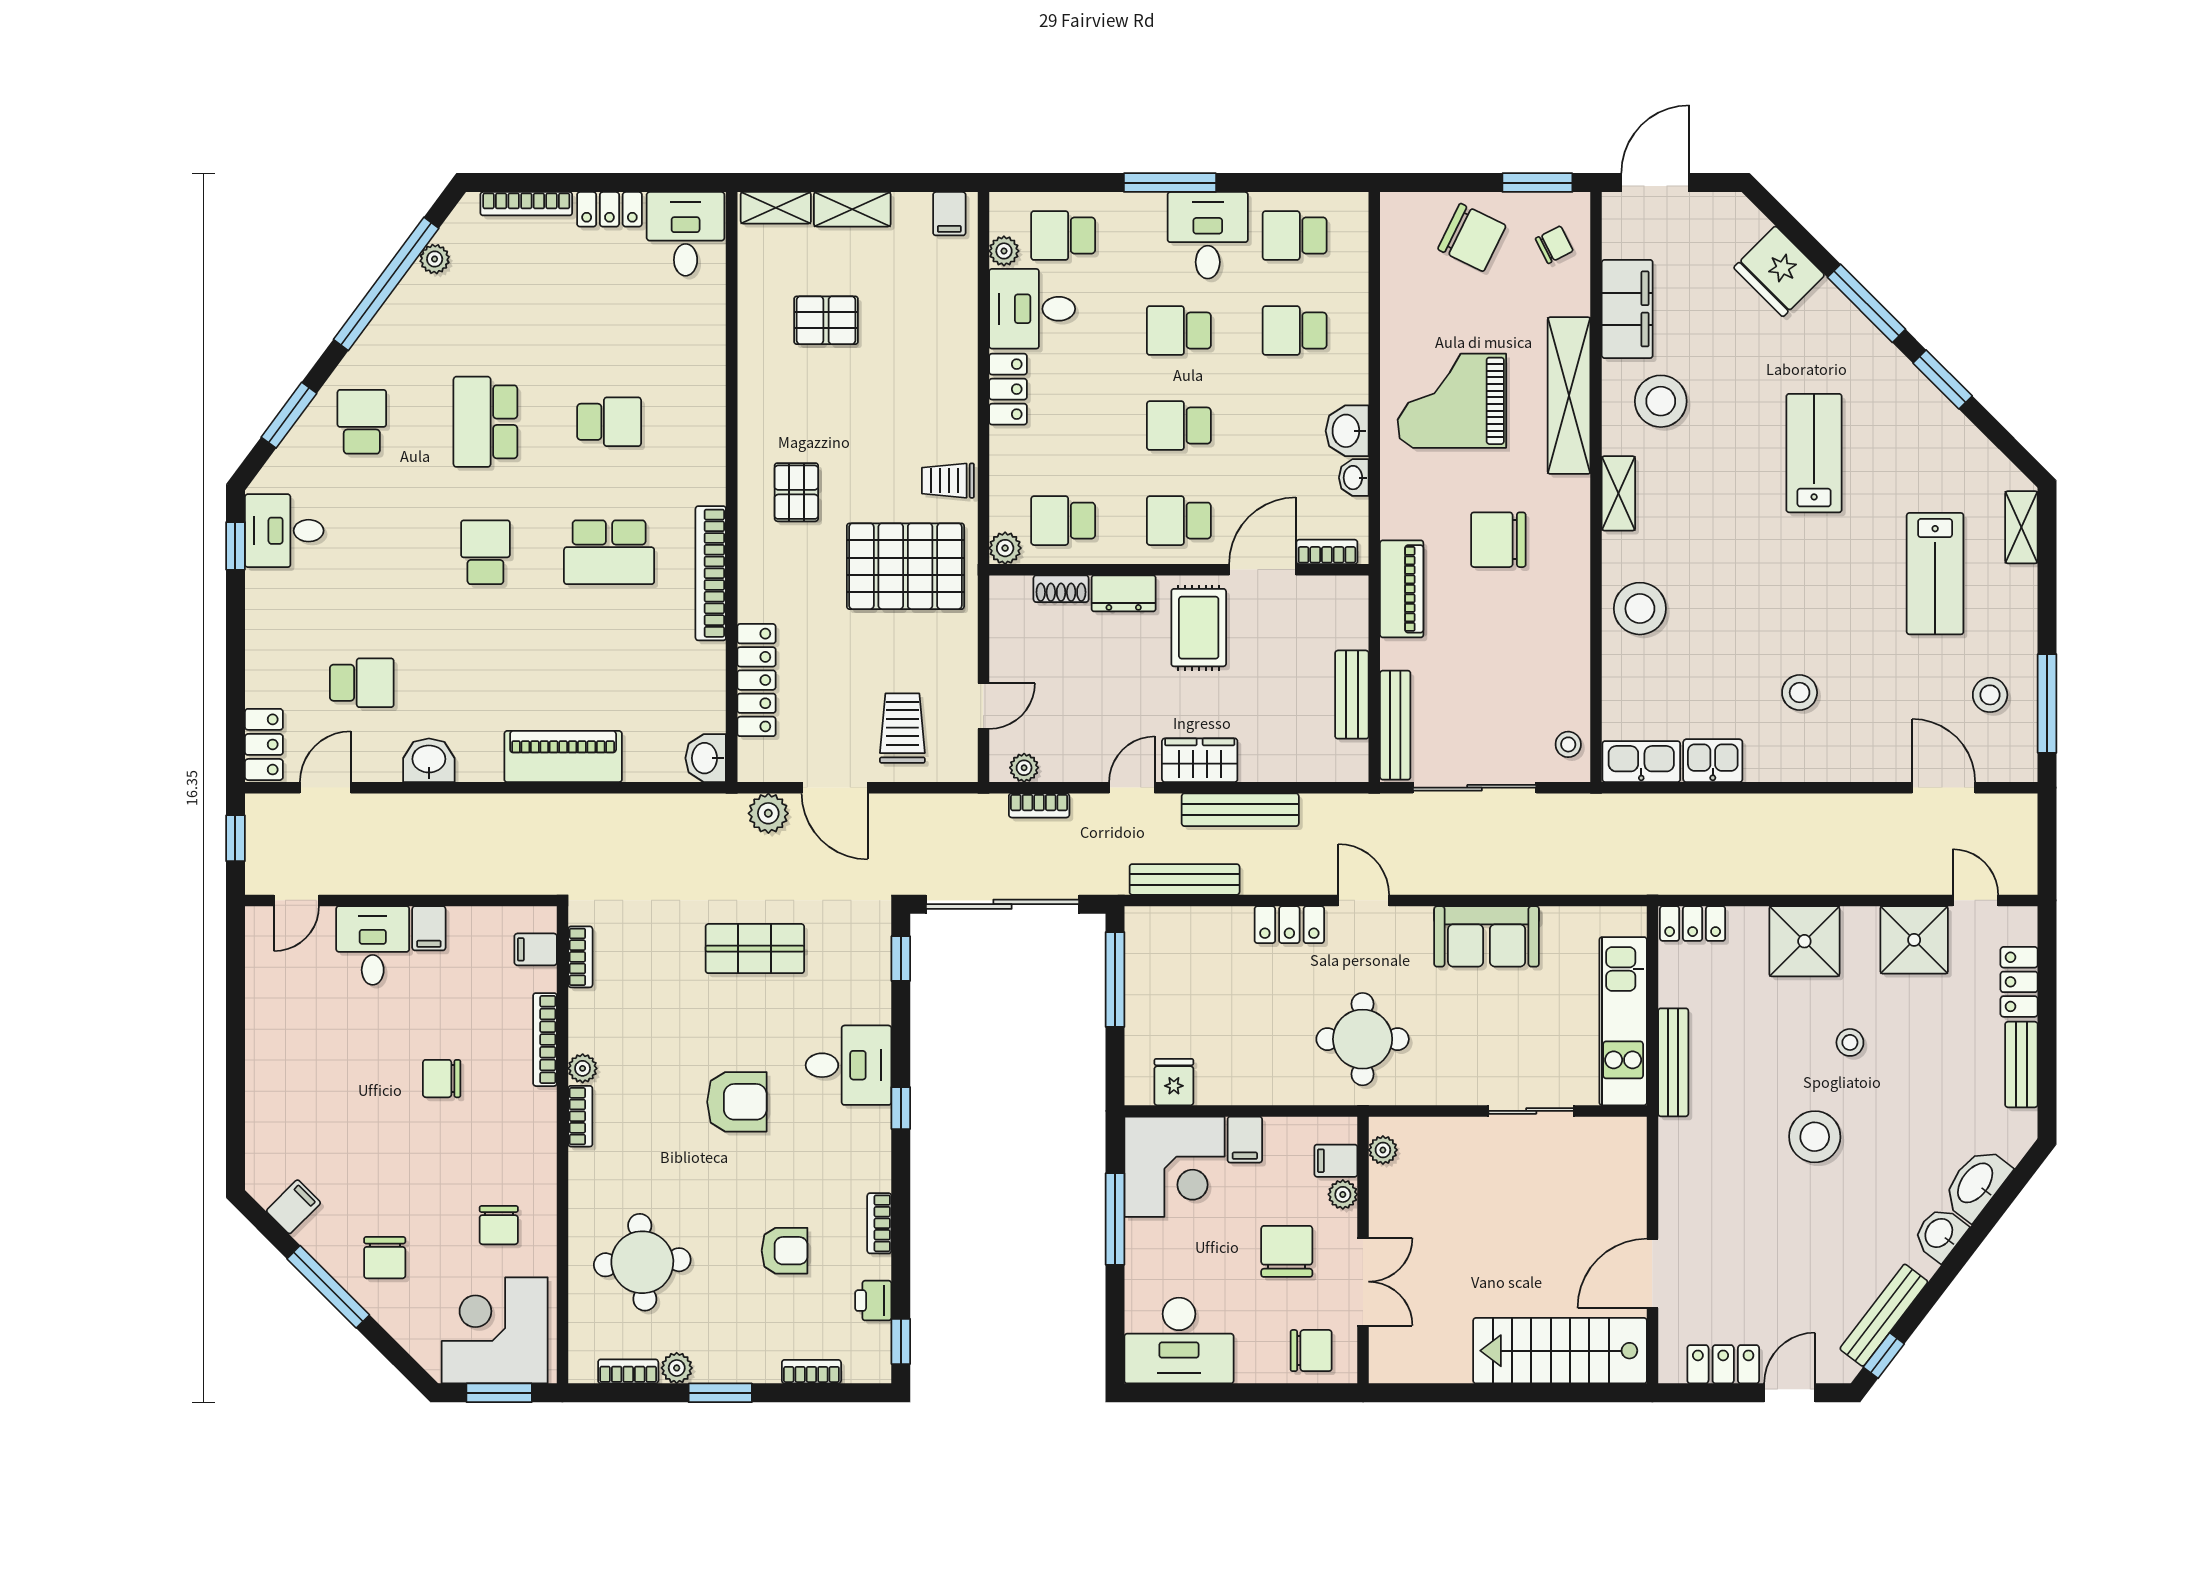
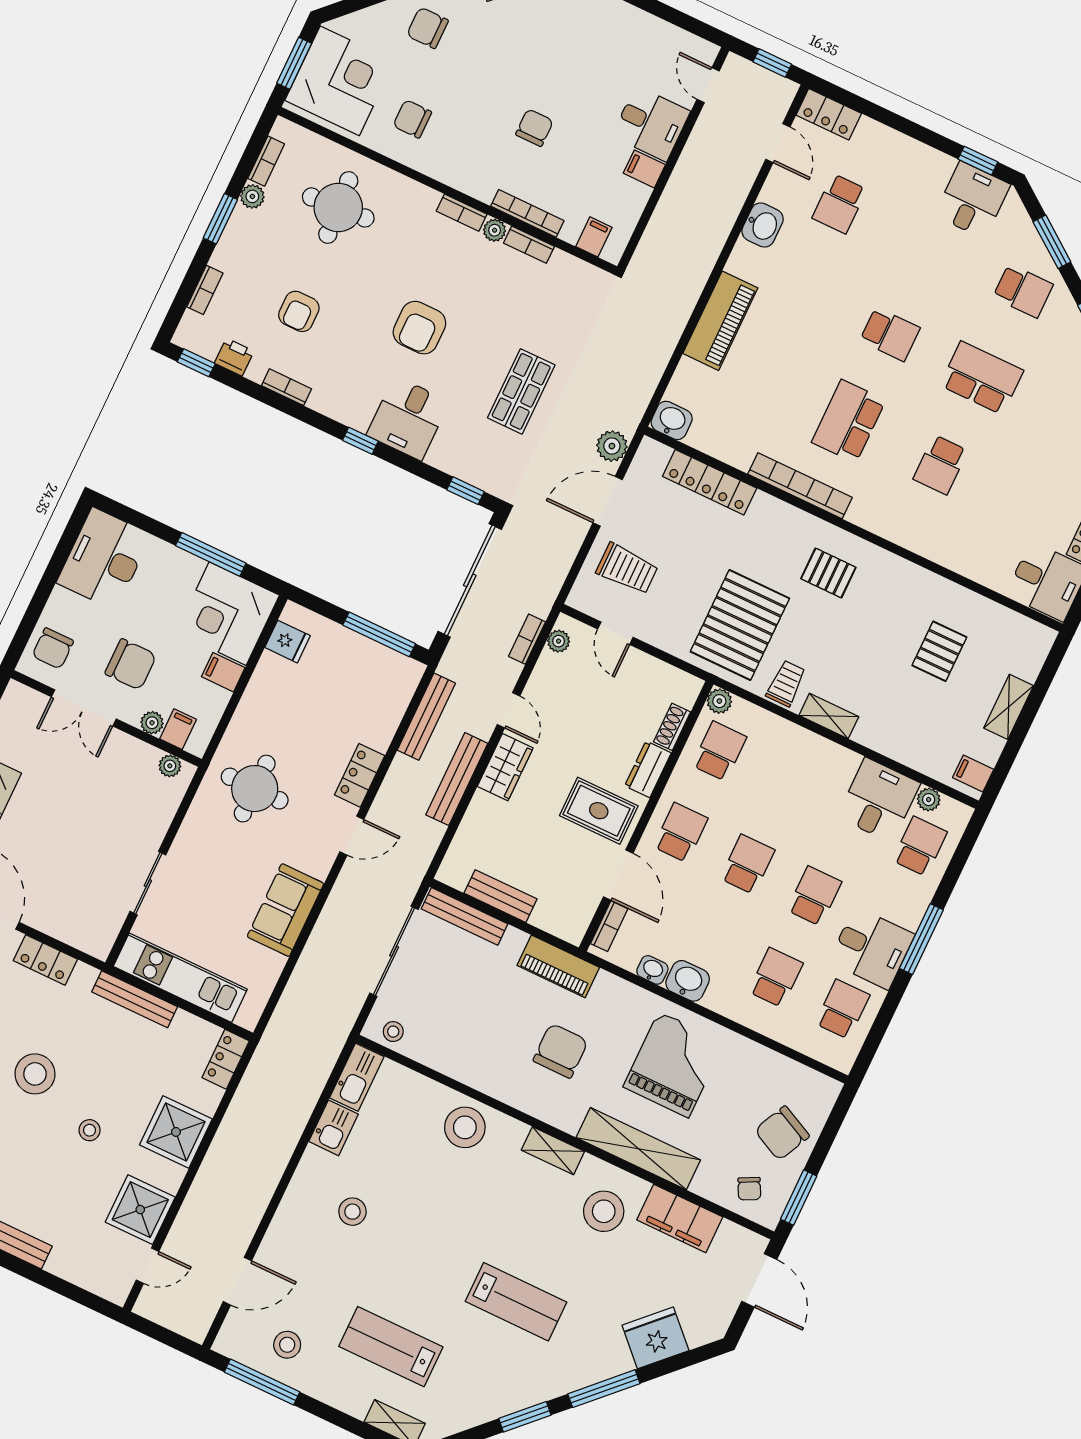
shelving: (776, 208) -> (829, 716), moved, turned 90
locker: (1008, 389) -> (830, 756), removed
bookcase: (580, 957) -> (529, 245), moved
locker: (2019, 982) -> (45, 960), moved, turned 180

